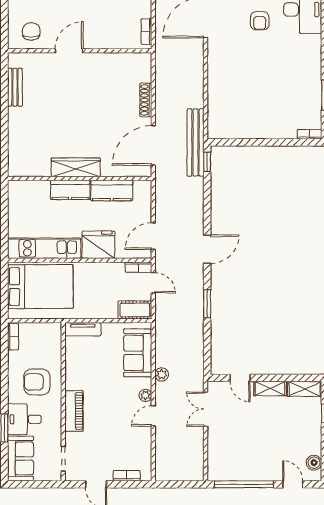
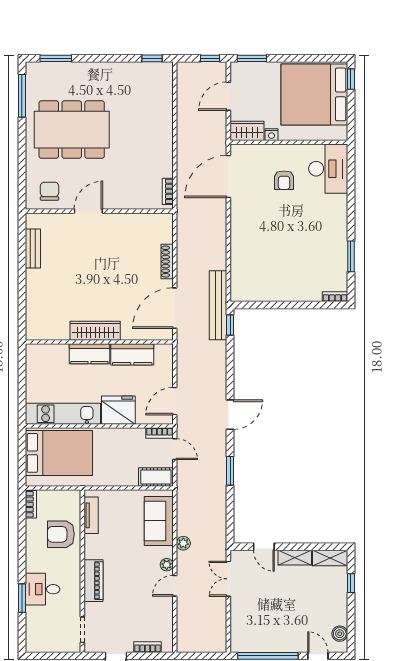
tv unit: (83, 329) -> (91, 515), moved, turned -90
armchair: (37, 382) -> (61, 534), moved
sofa: (21, 458) -> (39, 629), removed

